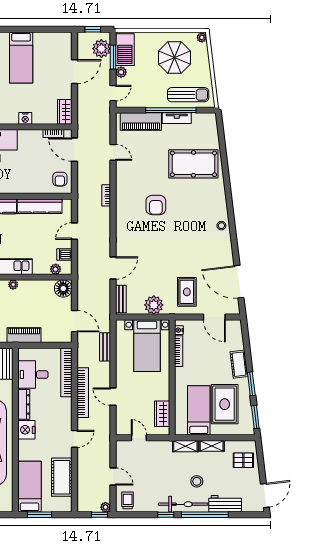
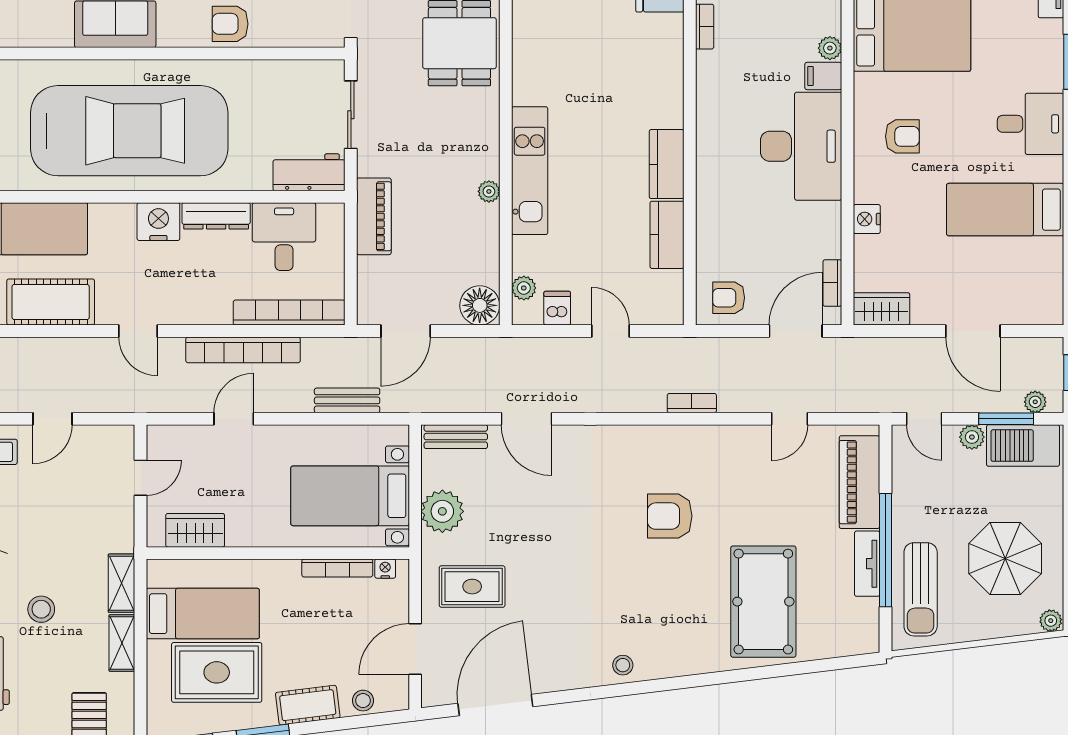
plant: (101, 49) -> (1035, 402), width x0.53, depth x0.53
kitchen counter: (40, 206) -> (667, 235), width x0.67
stool: (237, 340) -> (363, 701), added

